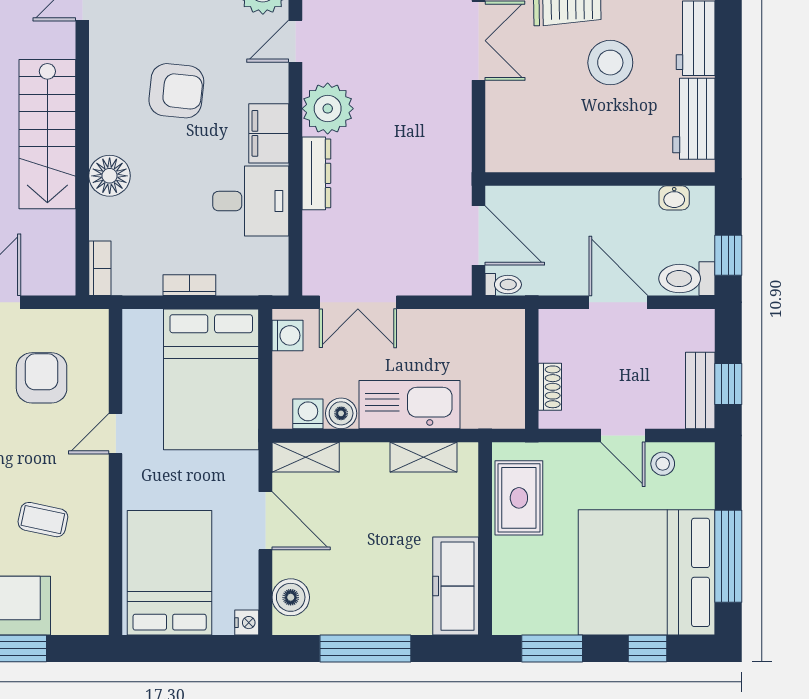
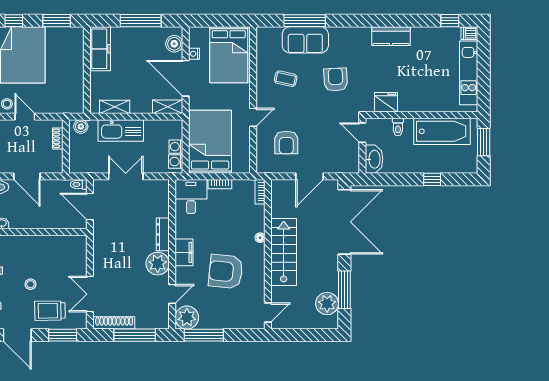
stool: (610, 63) -> (31, 284), width x0.53, depth x0.53
armchair: (176, 91) -> (226, 272), width x1.36, depth x1.36
floor lamp: (110, 176) -> (260, 238), width x0.53, depth x0.53
desk: (251, 201) -> (191, 197), moved, turned 90
double door: (358, 302) -> (126, 176), moved
boiler: (341, 413) -> (81, 126), moved
washing machine: (308, 414) -> (176, 147), moved, turned 90
rug: (519, 498) -> (72, 88), removed
door: (265, 521) -> (186, 78), width x1.36
nightstand: (247, 623) -> (194, 54), moved

